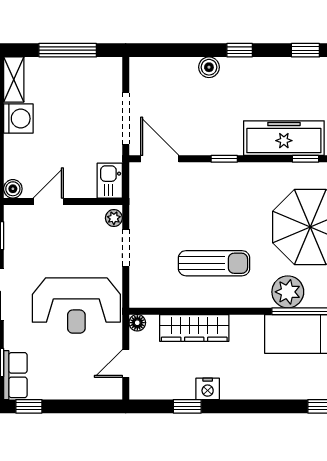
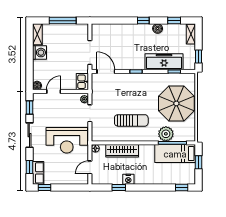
boiler: (209, 67) -> (158, 29), moved

